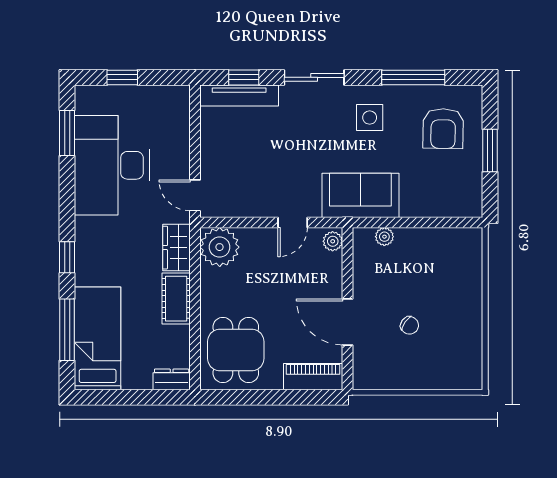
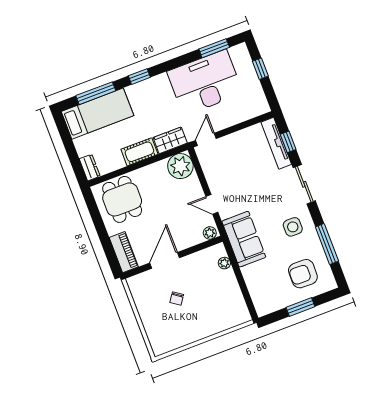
dining table: (236, 350) -> (122, 199), turned 90

